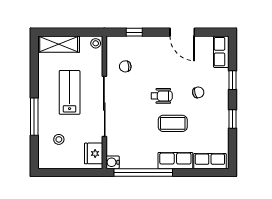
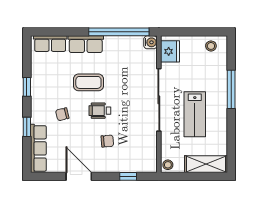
row of seats: (221, 52) -> (38, 148), width x1.48
chair: (125, 66) -> (107, 141), moved
stool: (59, 139) -> (211, 46), moved

